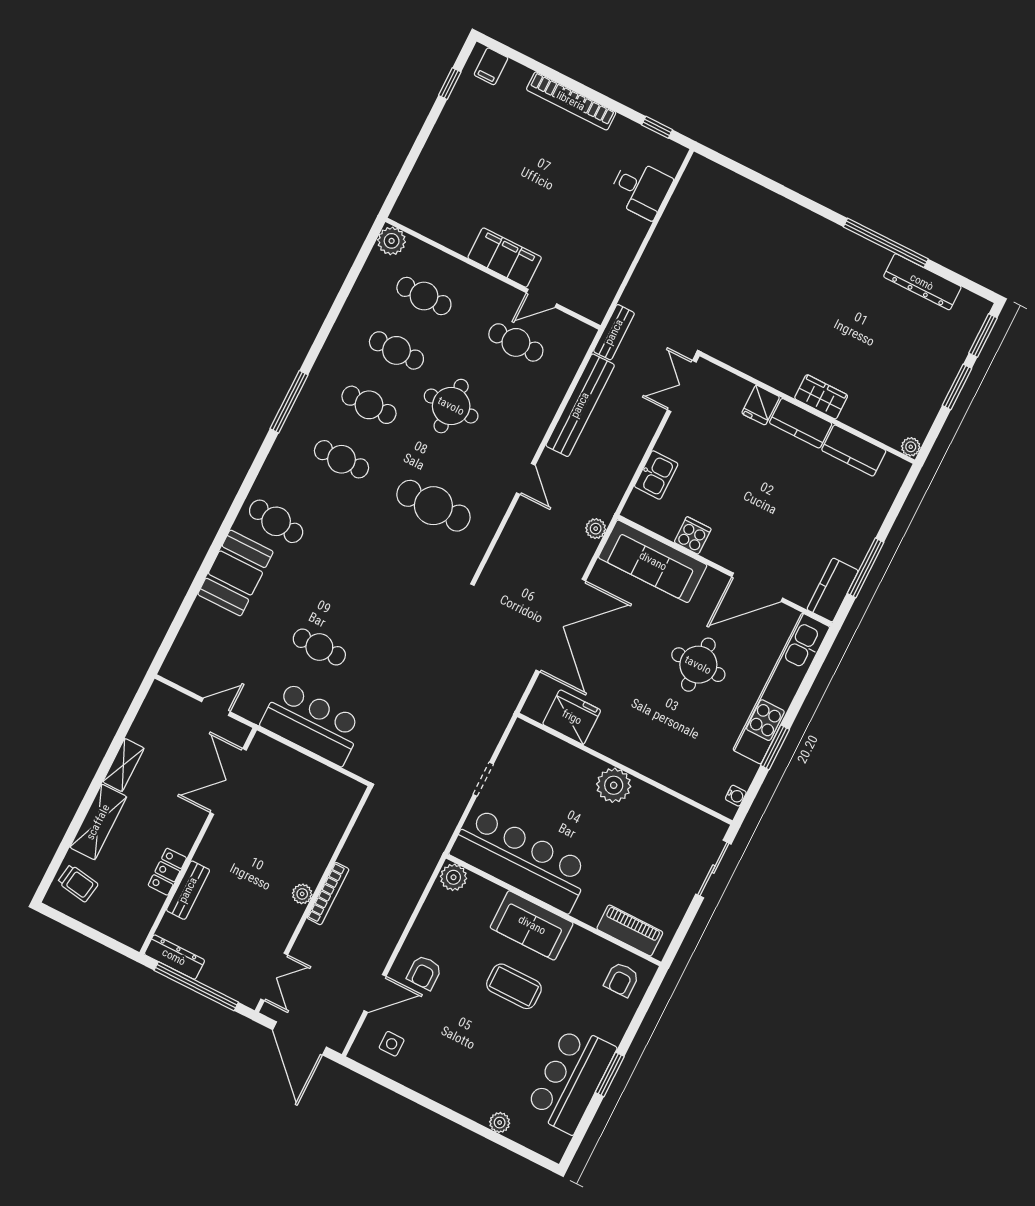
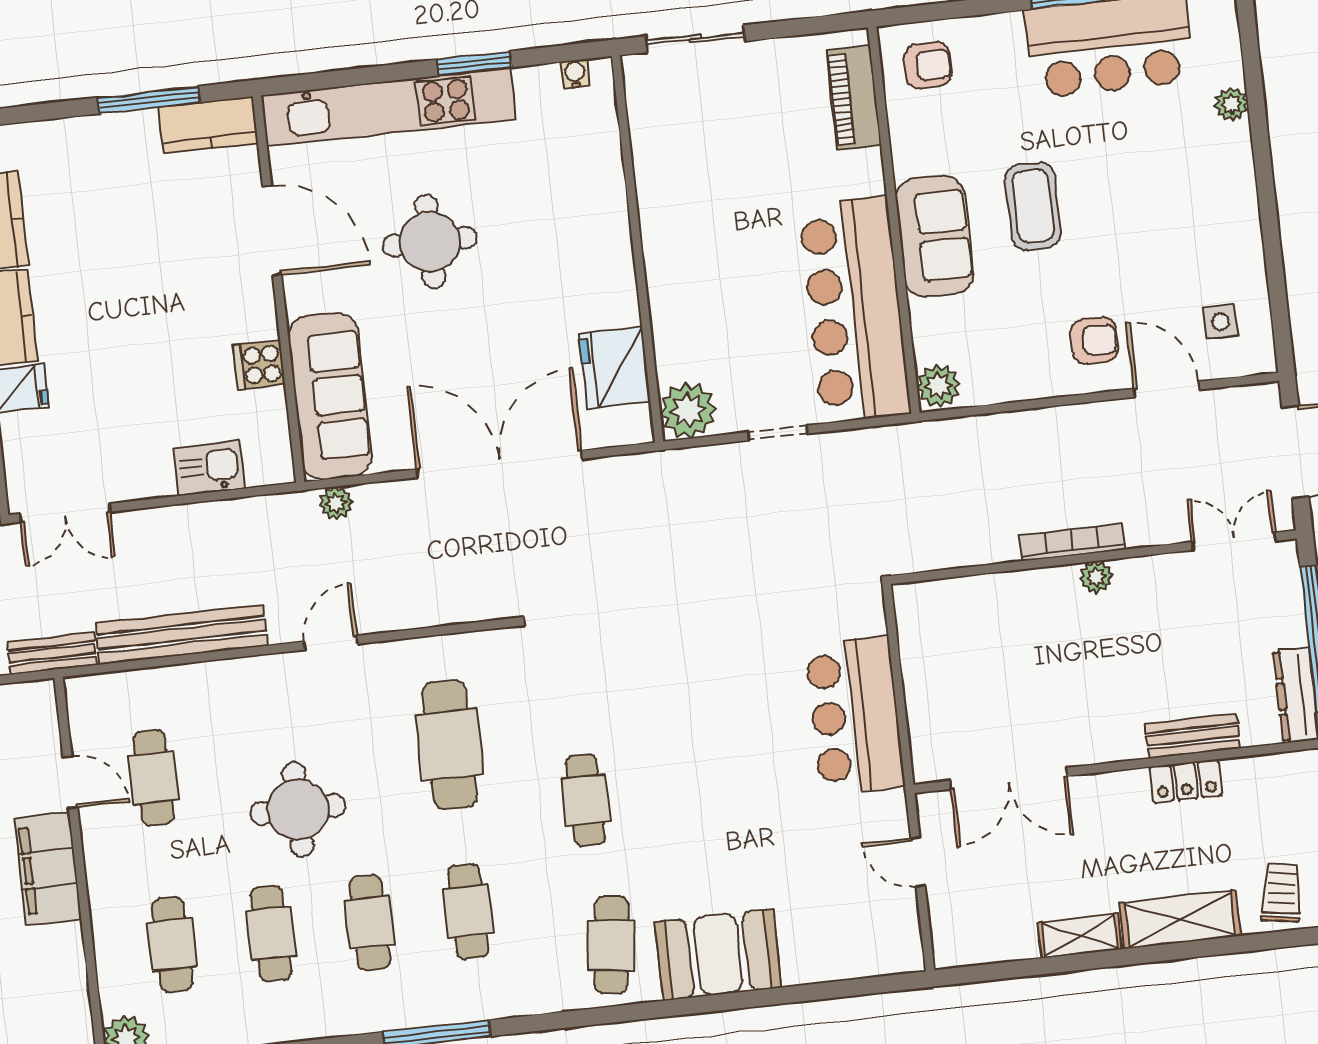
cafe table: (319, 647) -> (585, 800), moved
plant: (614, 785) -> (688, 410), moved

